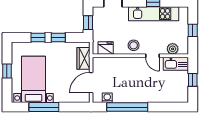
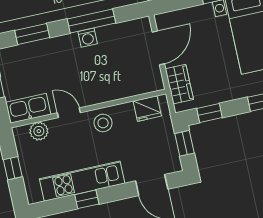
window: (58, 37) -> (209, 113), moved
washing machine: (107, 98) -> (88, 38), moved
window: (127, 107) -> (91, 21), width x0.68
window: (164, 107) -> (32, 34), added

